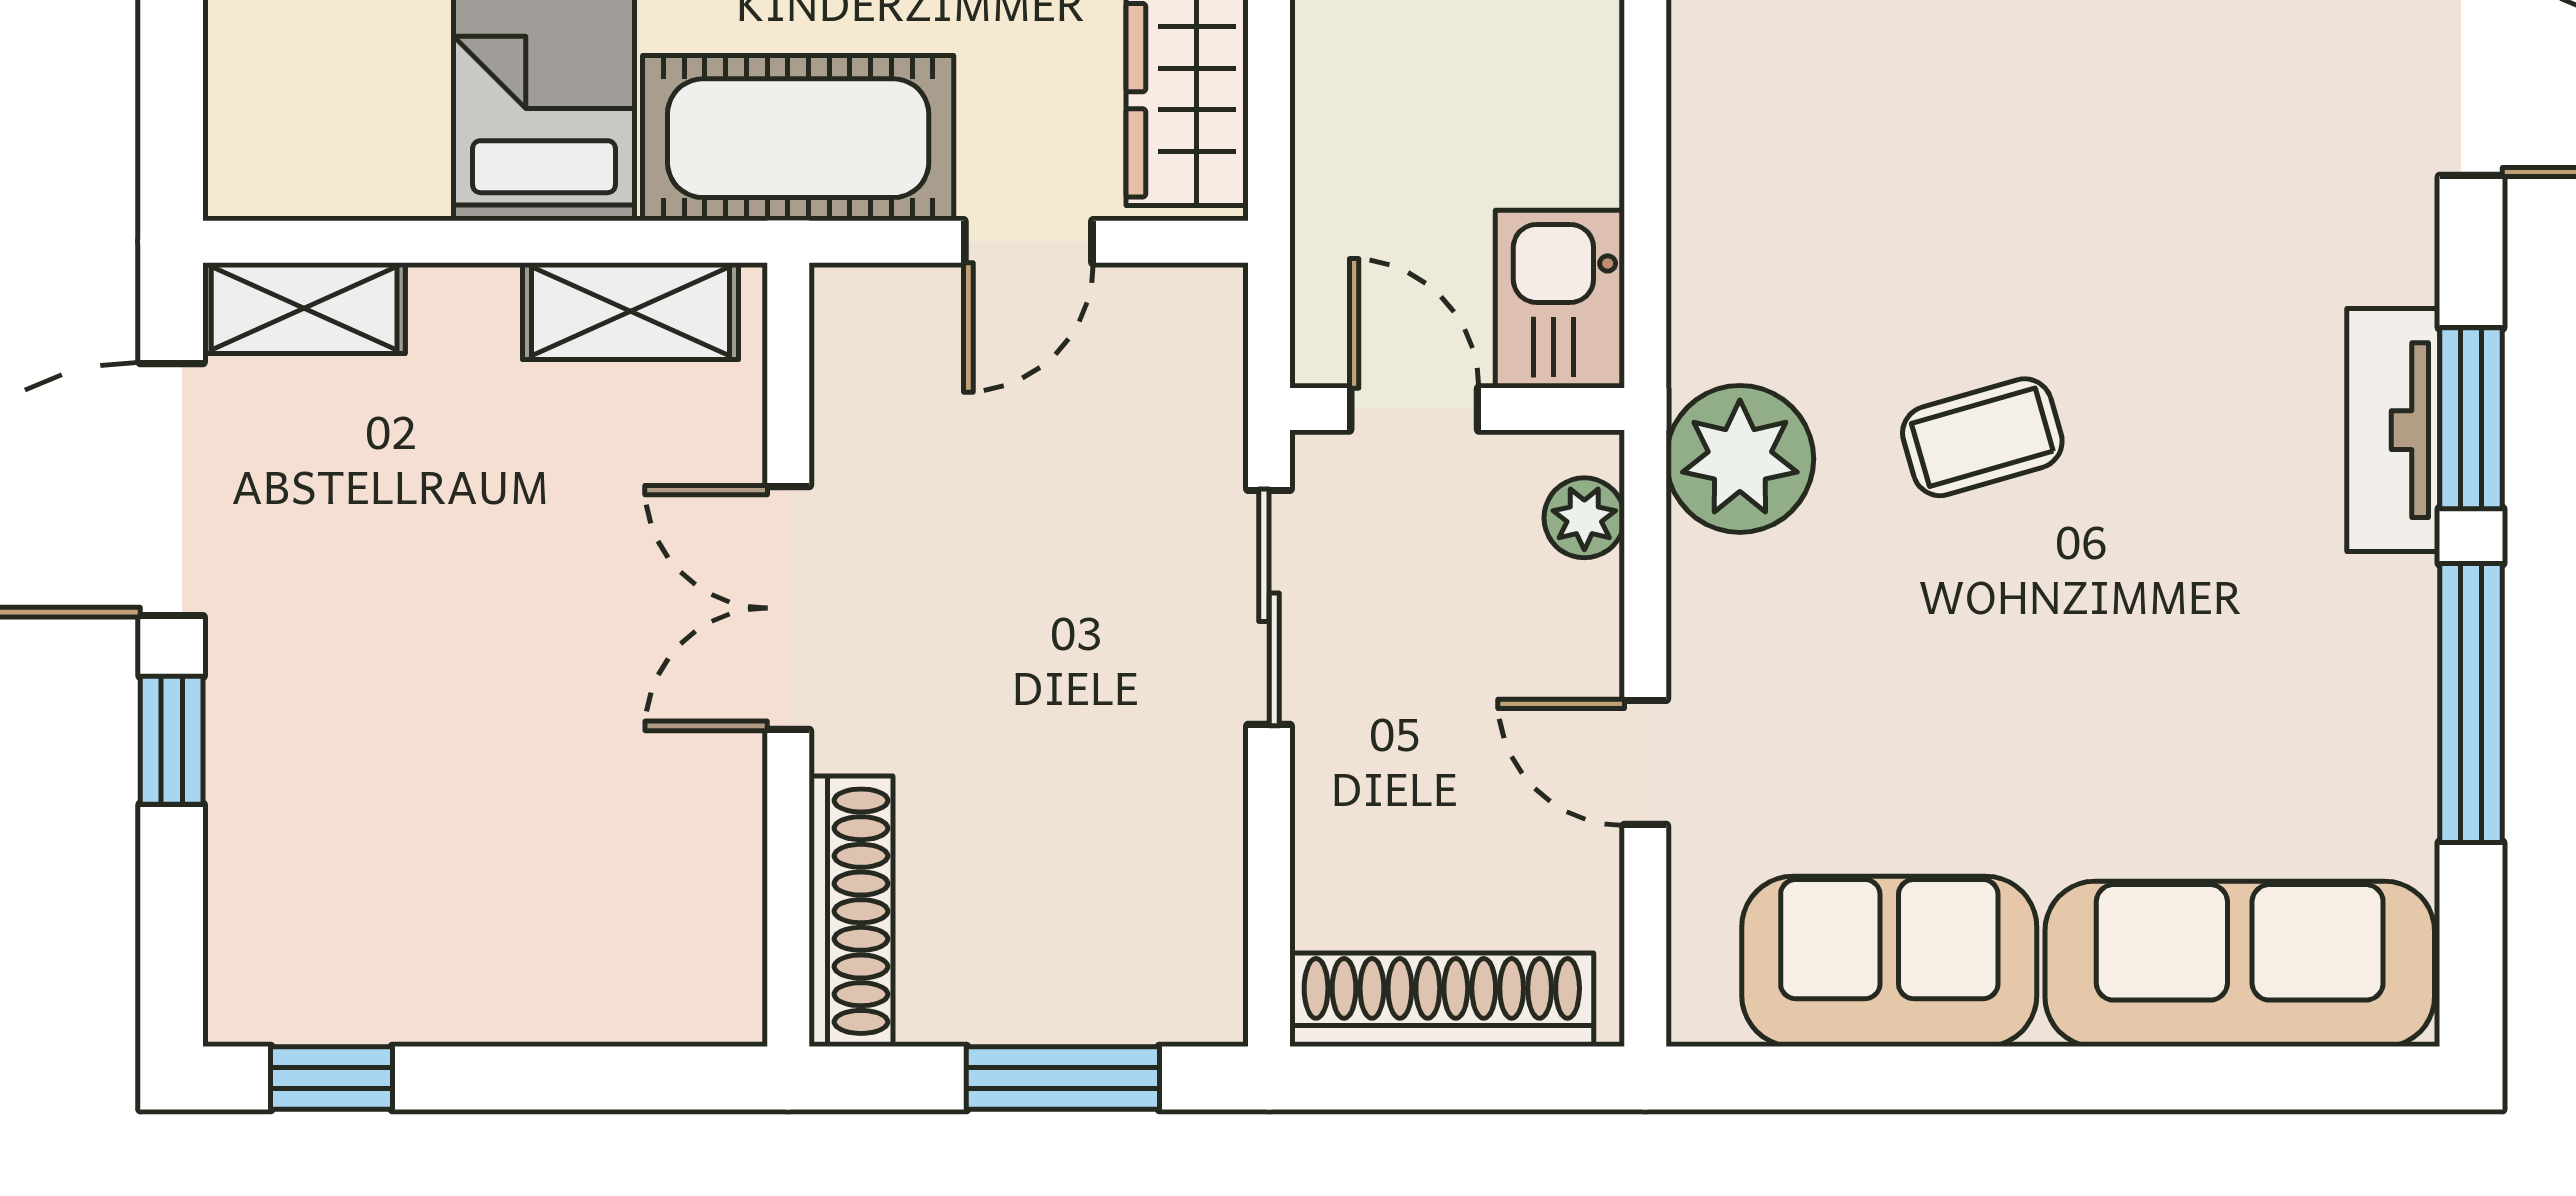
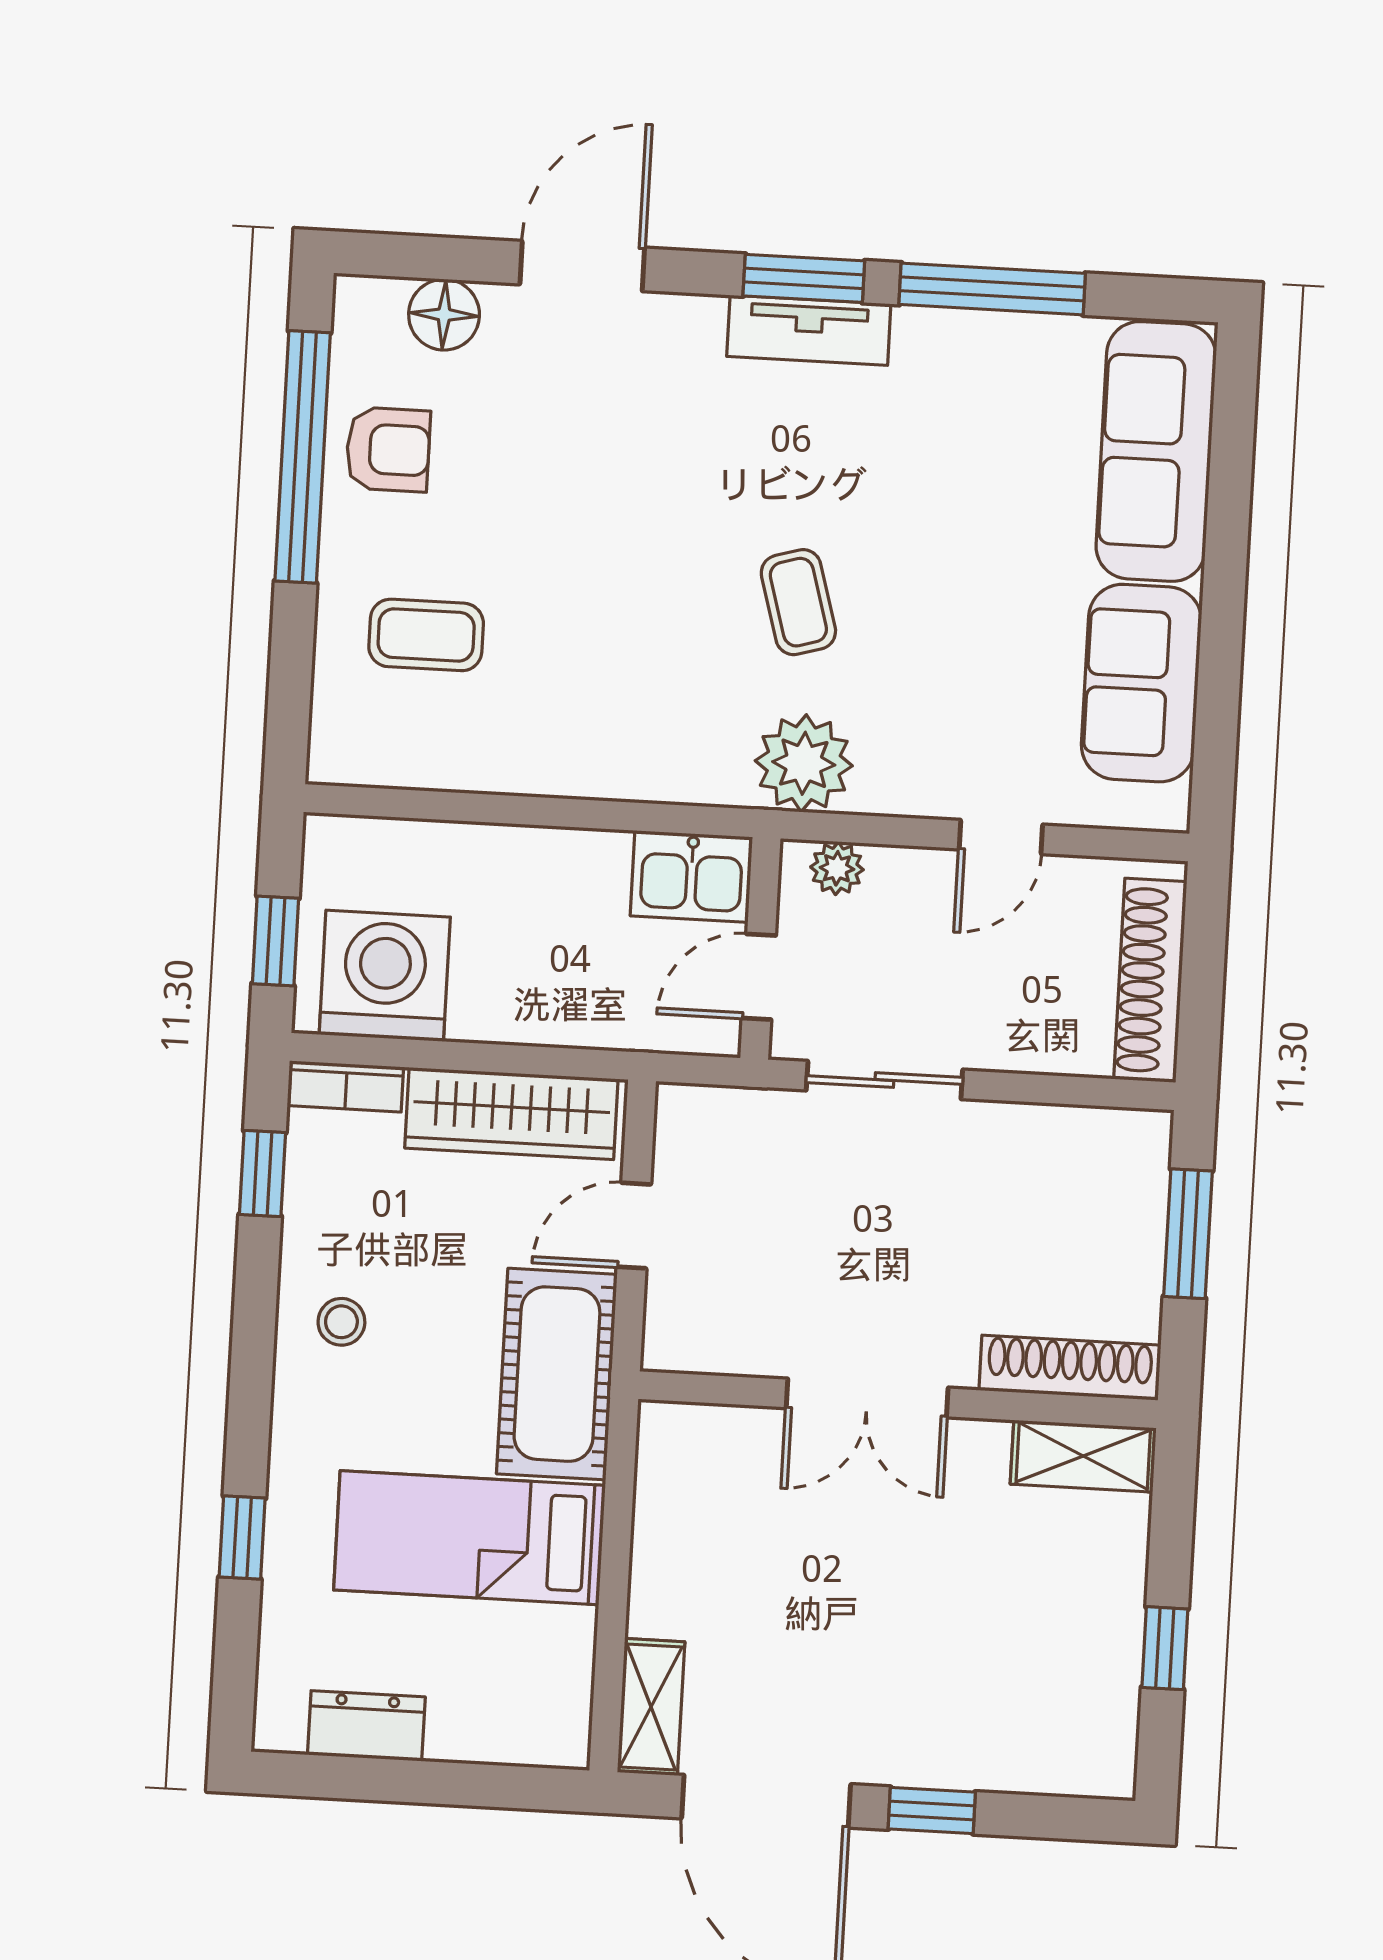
door: (1028, 242) -> (634, 1226), swing flipped
shelving: (630, 311) -> (1083, 1456), moved, turned 90
window: (332, 1078) -> (1165, 1648), moved

